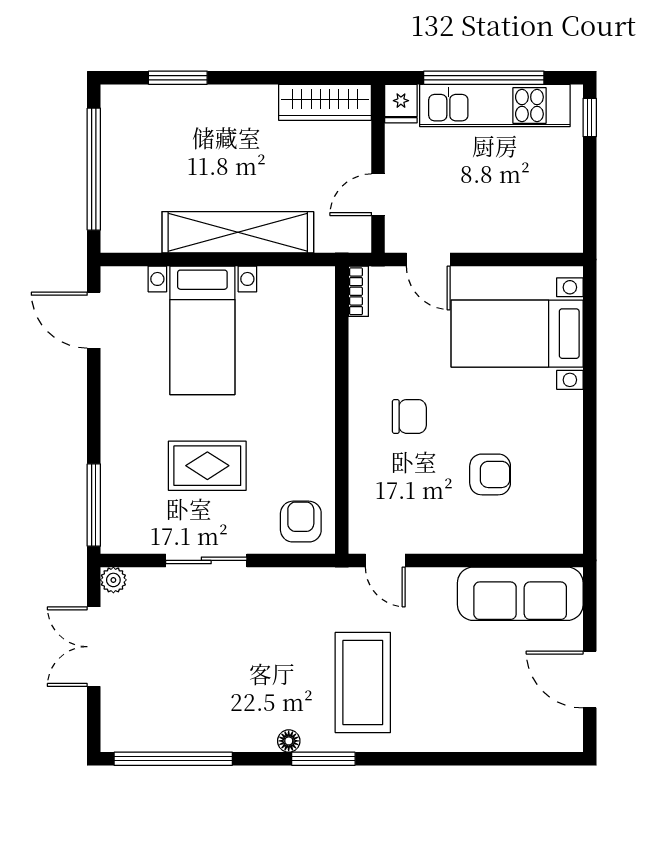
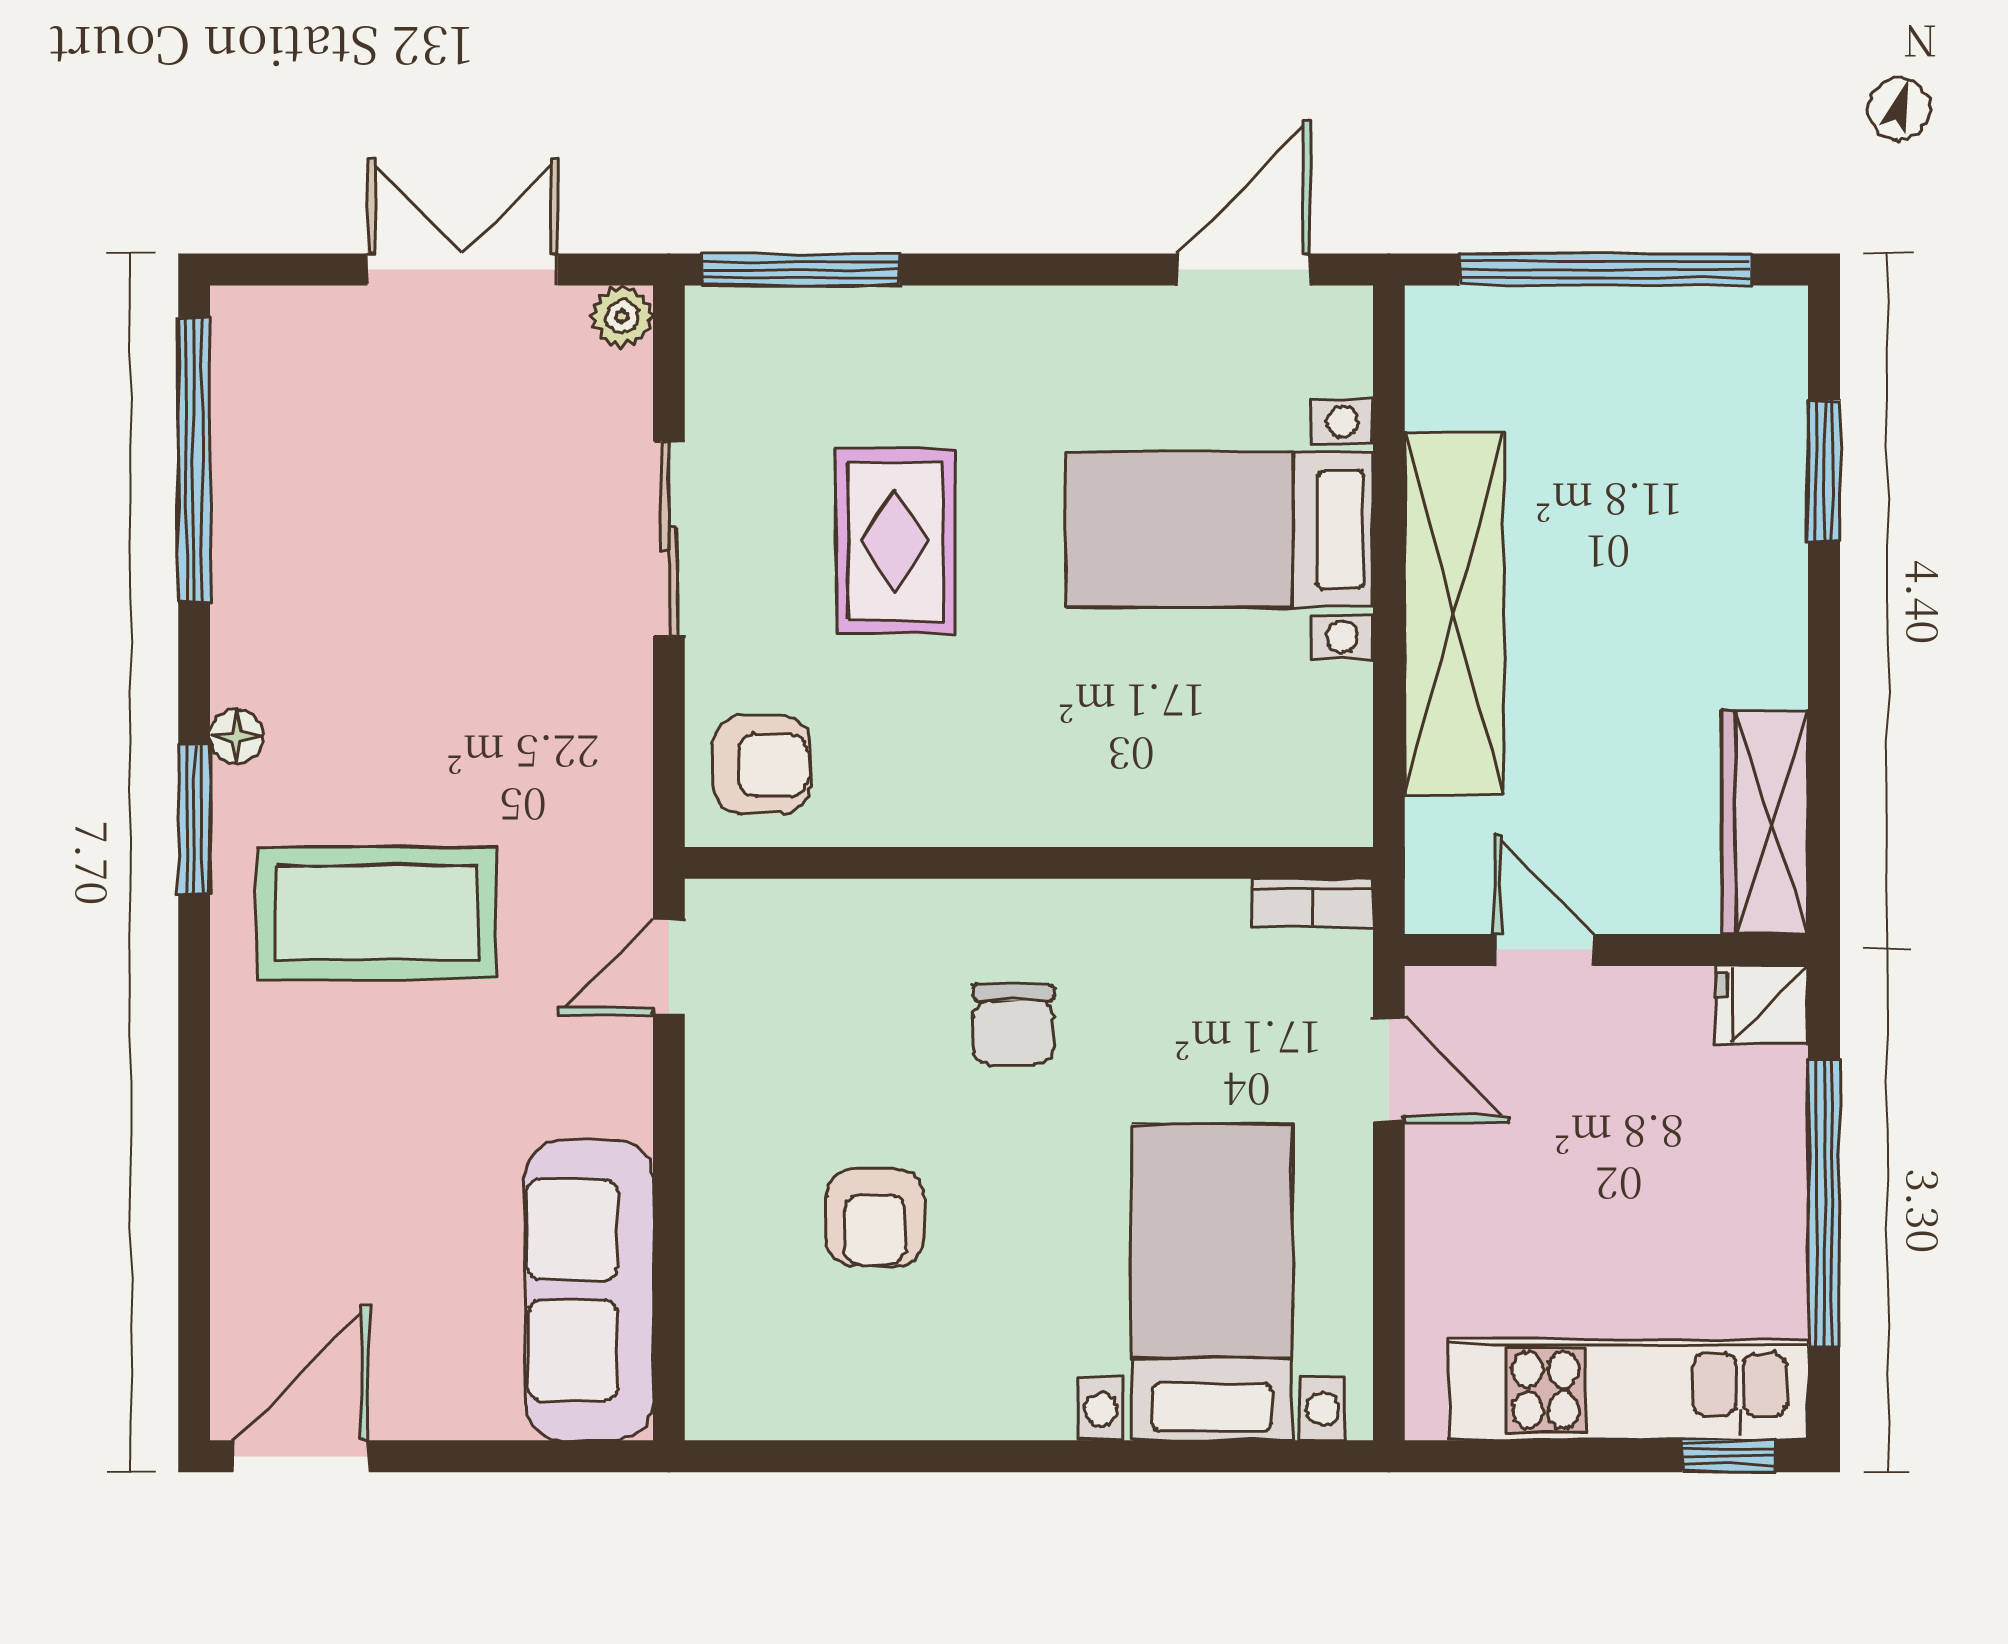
kitchen unit: (495, 106) -> (1628, 1390), moved, turned 90
door: (428, 260) -> (1389, 1070), swing flipped
door: (590, 680) -> (301, 1456), moved

